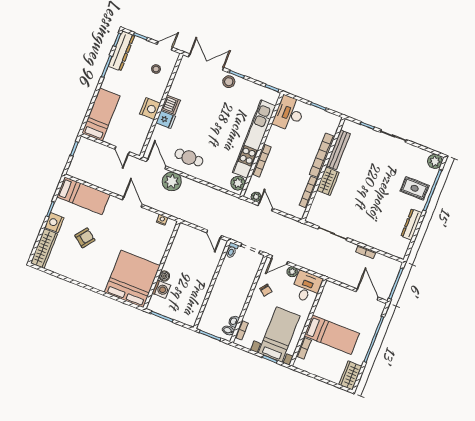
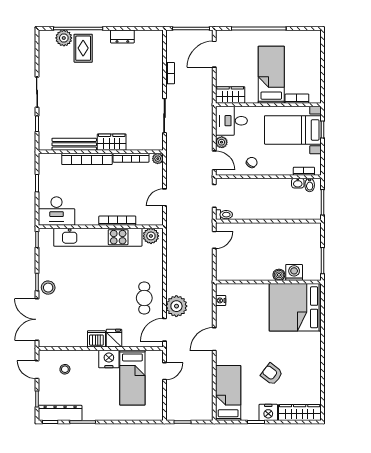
bed: (101, 114) -> (132, 378), moved, turned -90
plant: (435, 161) -> (64, 38), moved
plant: (256, 197) -> (158, 159), moved
dresser: (412, 224) -> (122, 36), width x0.70
wardrobe: (350, 375) -> (230, 95), moved, turned 180

